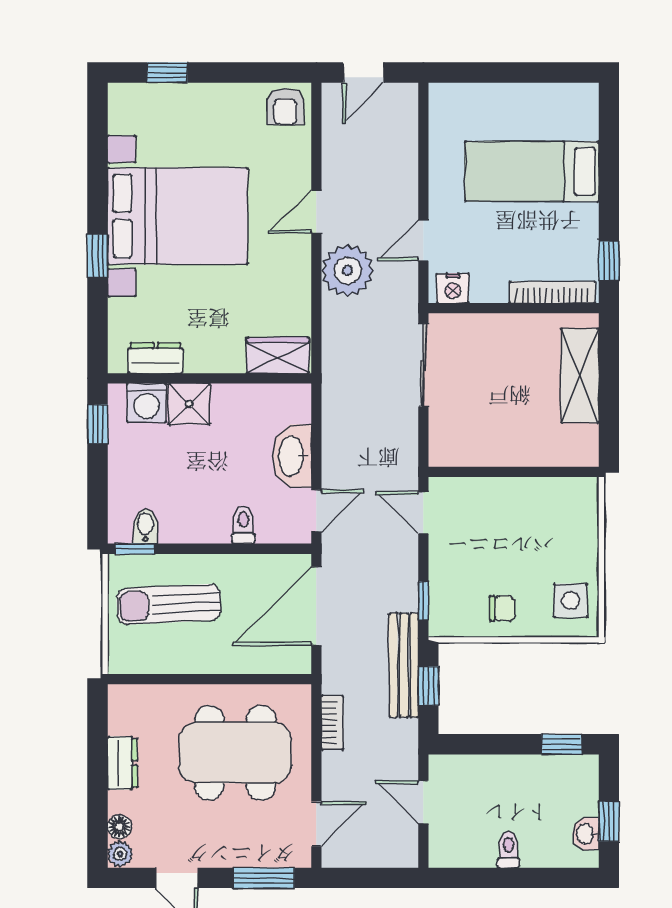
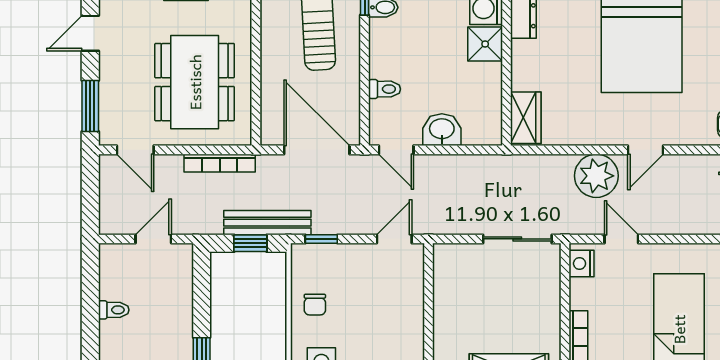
door: (316, 212) -> (645, 150), swing flipped
washbasin: (292, 456) -> (442, 130), width x0.72
bookcase: (332, 723) -> (220, 163), width x1.56

